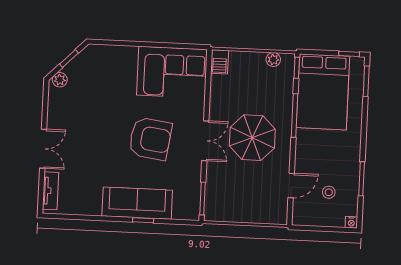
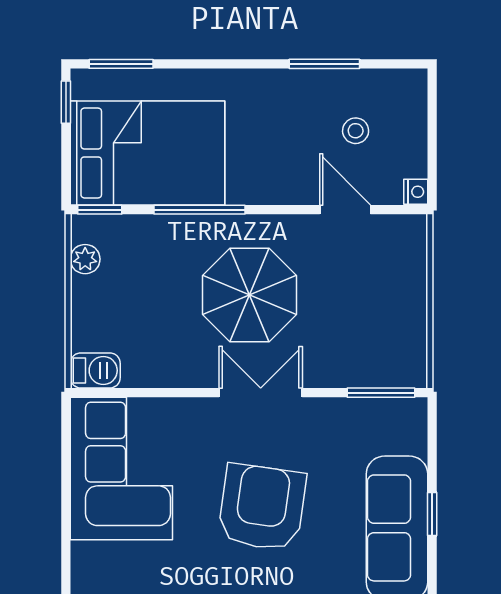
nightstand: (351, 222) -> (416, 192), moved

